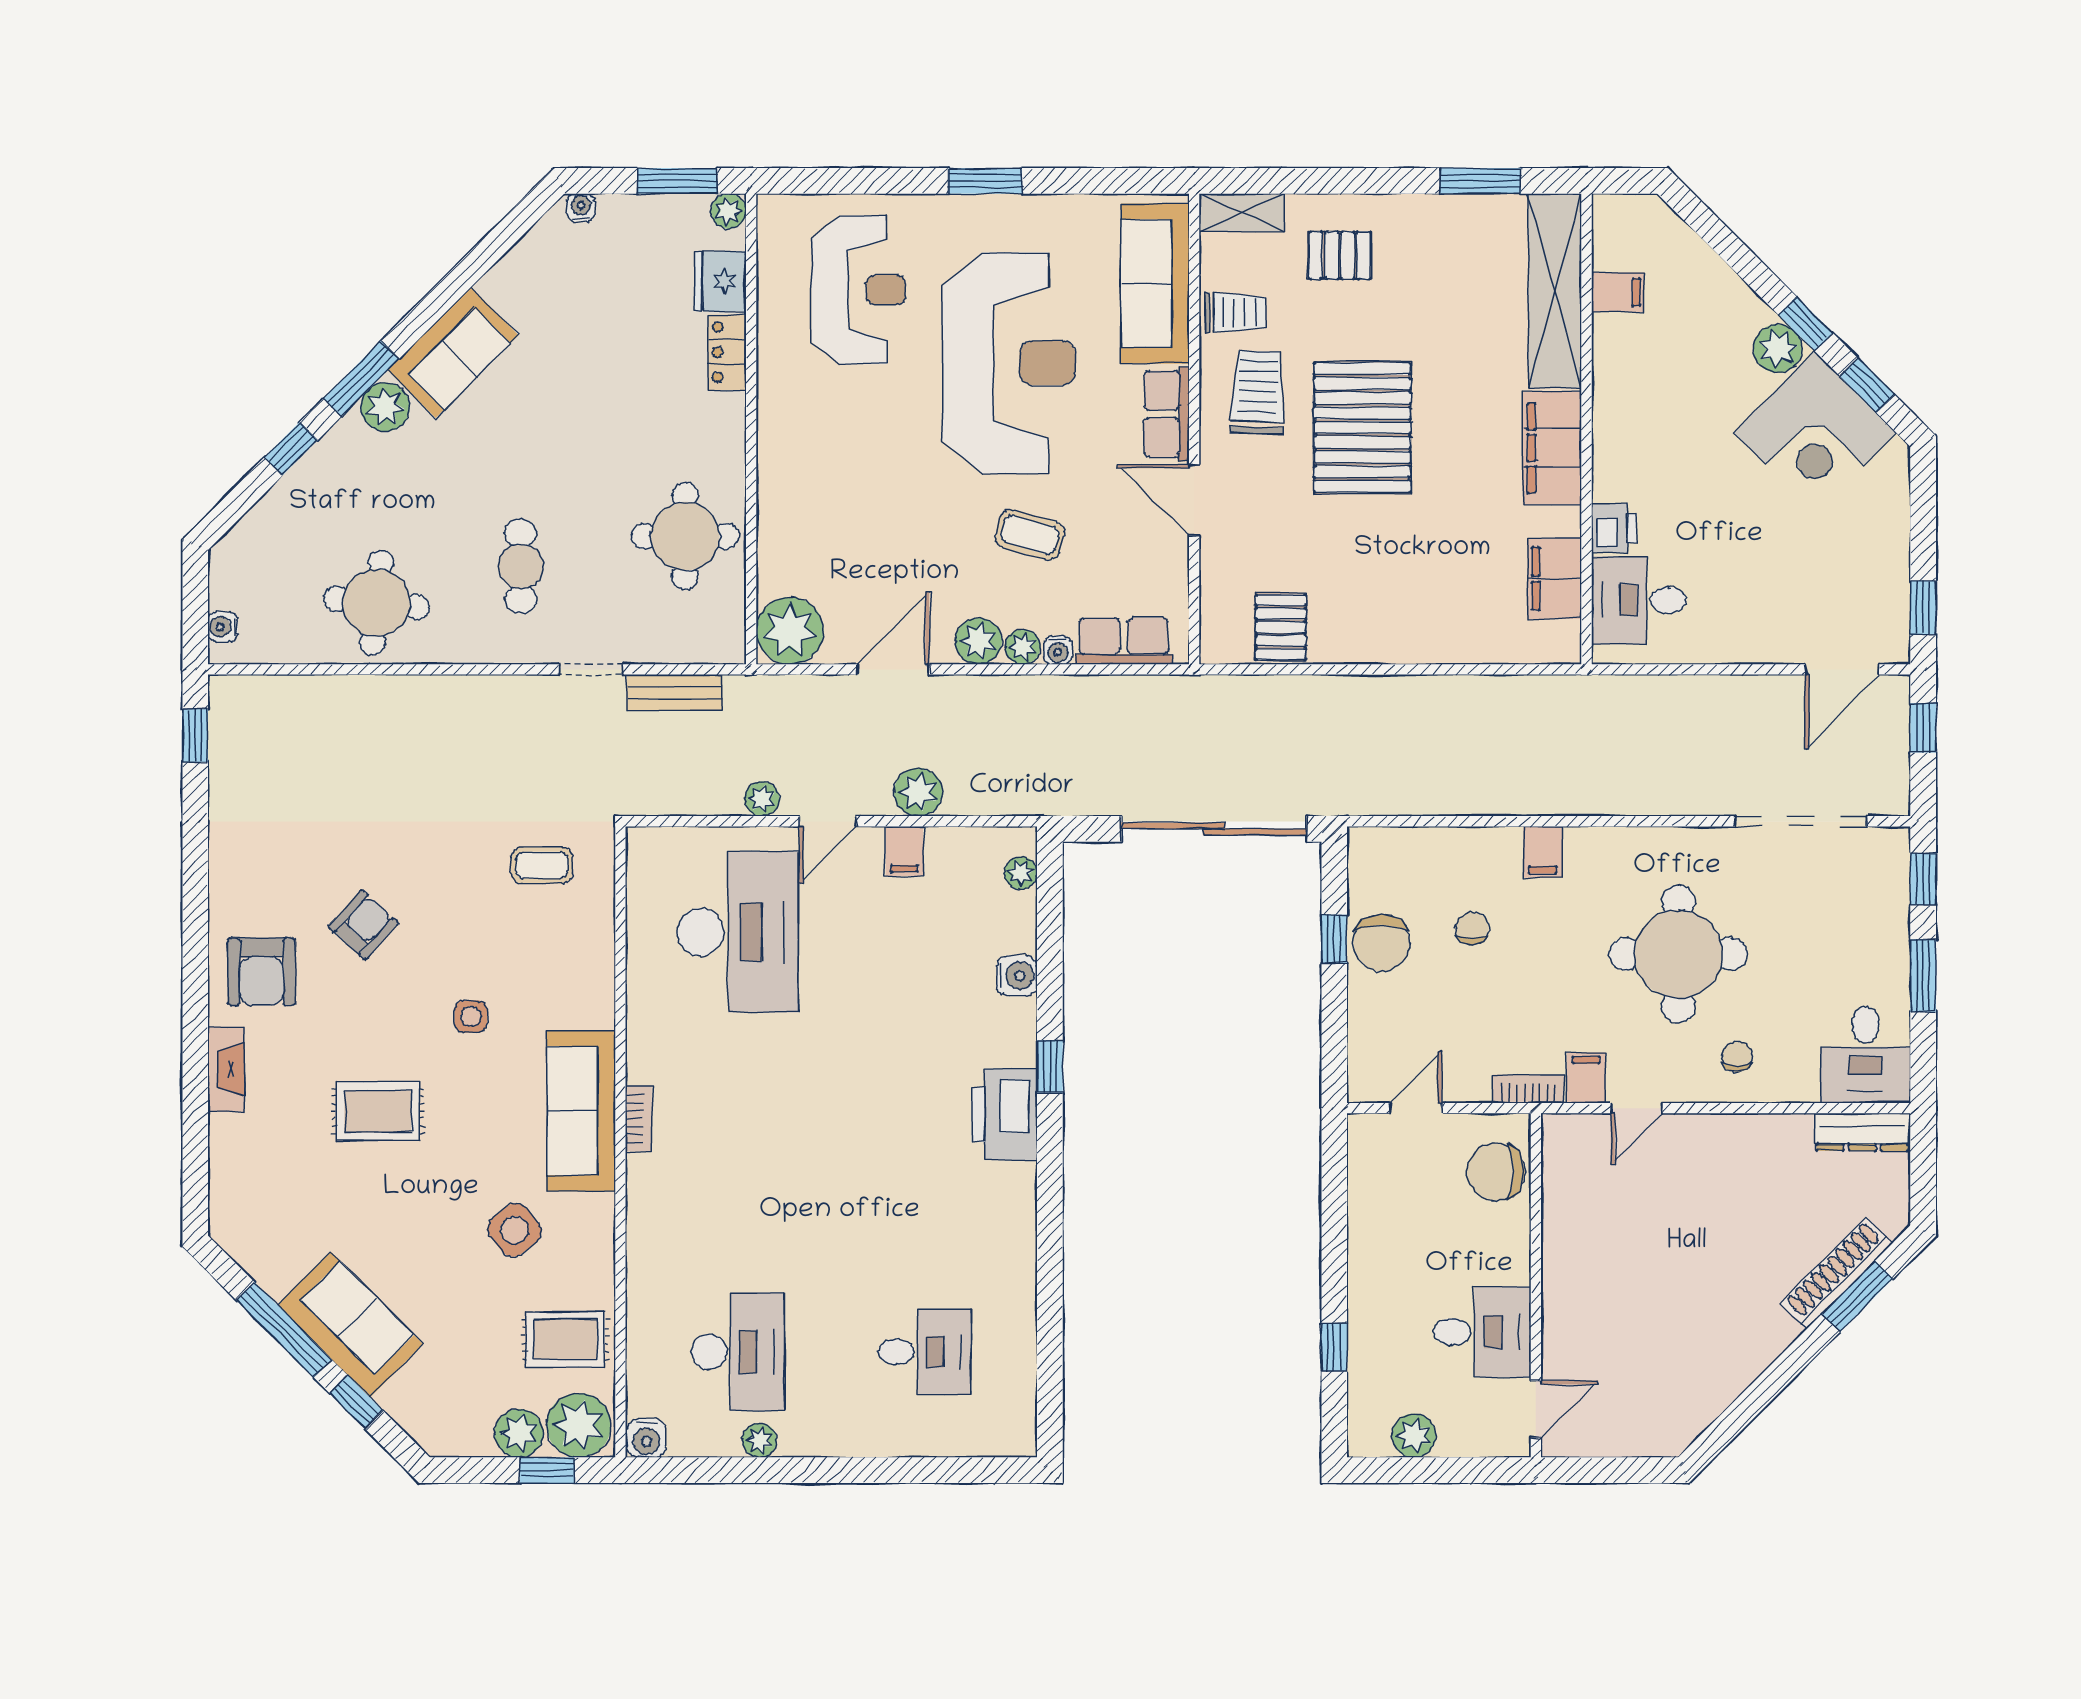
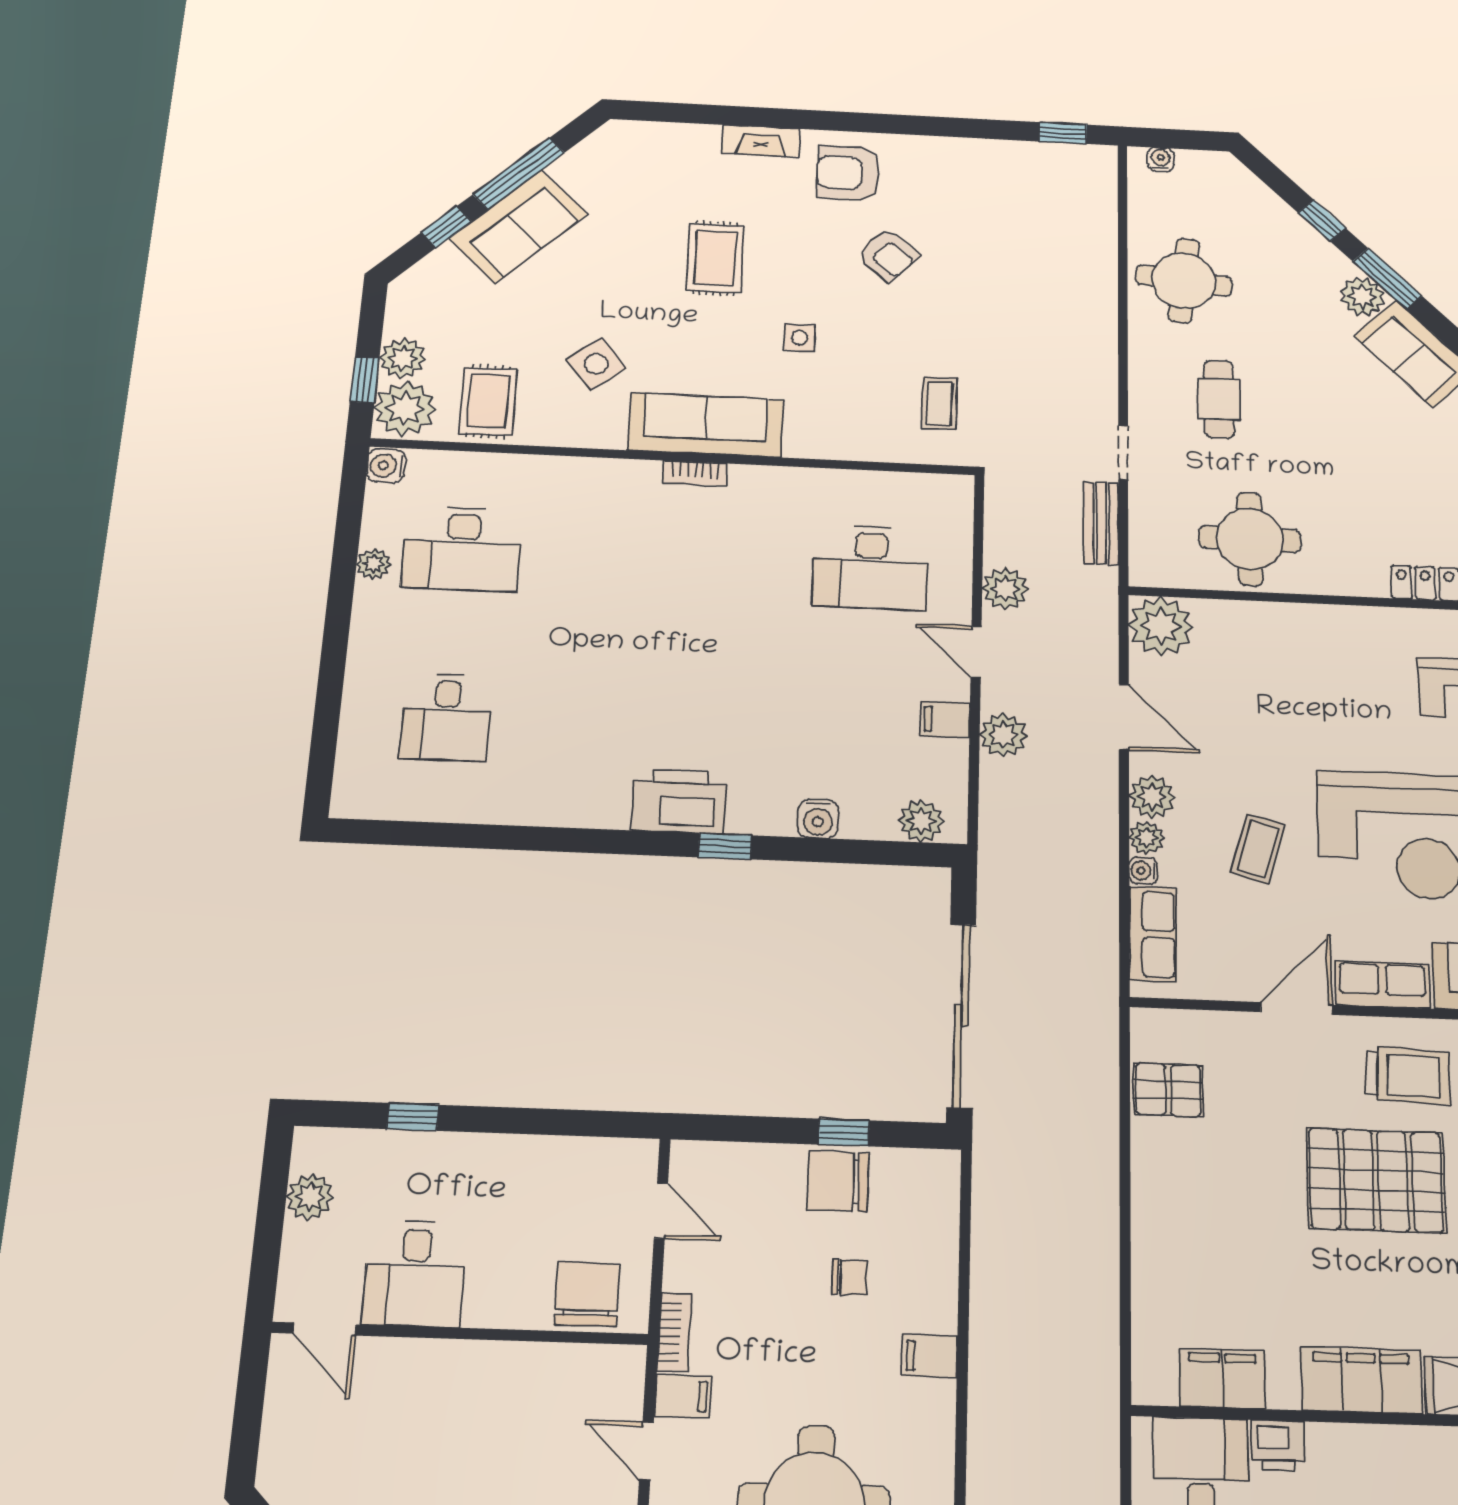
cafe table: (521, 566) -> (1219, 399), turned 90
plant: (762, 799) -> (1005, 589), width x1.38, depth x1.38
plant: (1021, 873) -> (921, 821), width x1.38, depth x1.38
desk: (738, 932) -> (871, 567), width x0.73, depth x0.77

